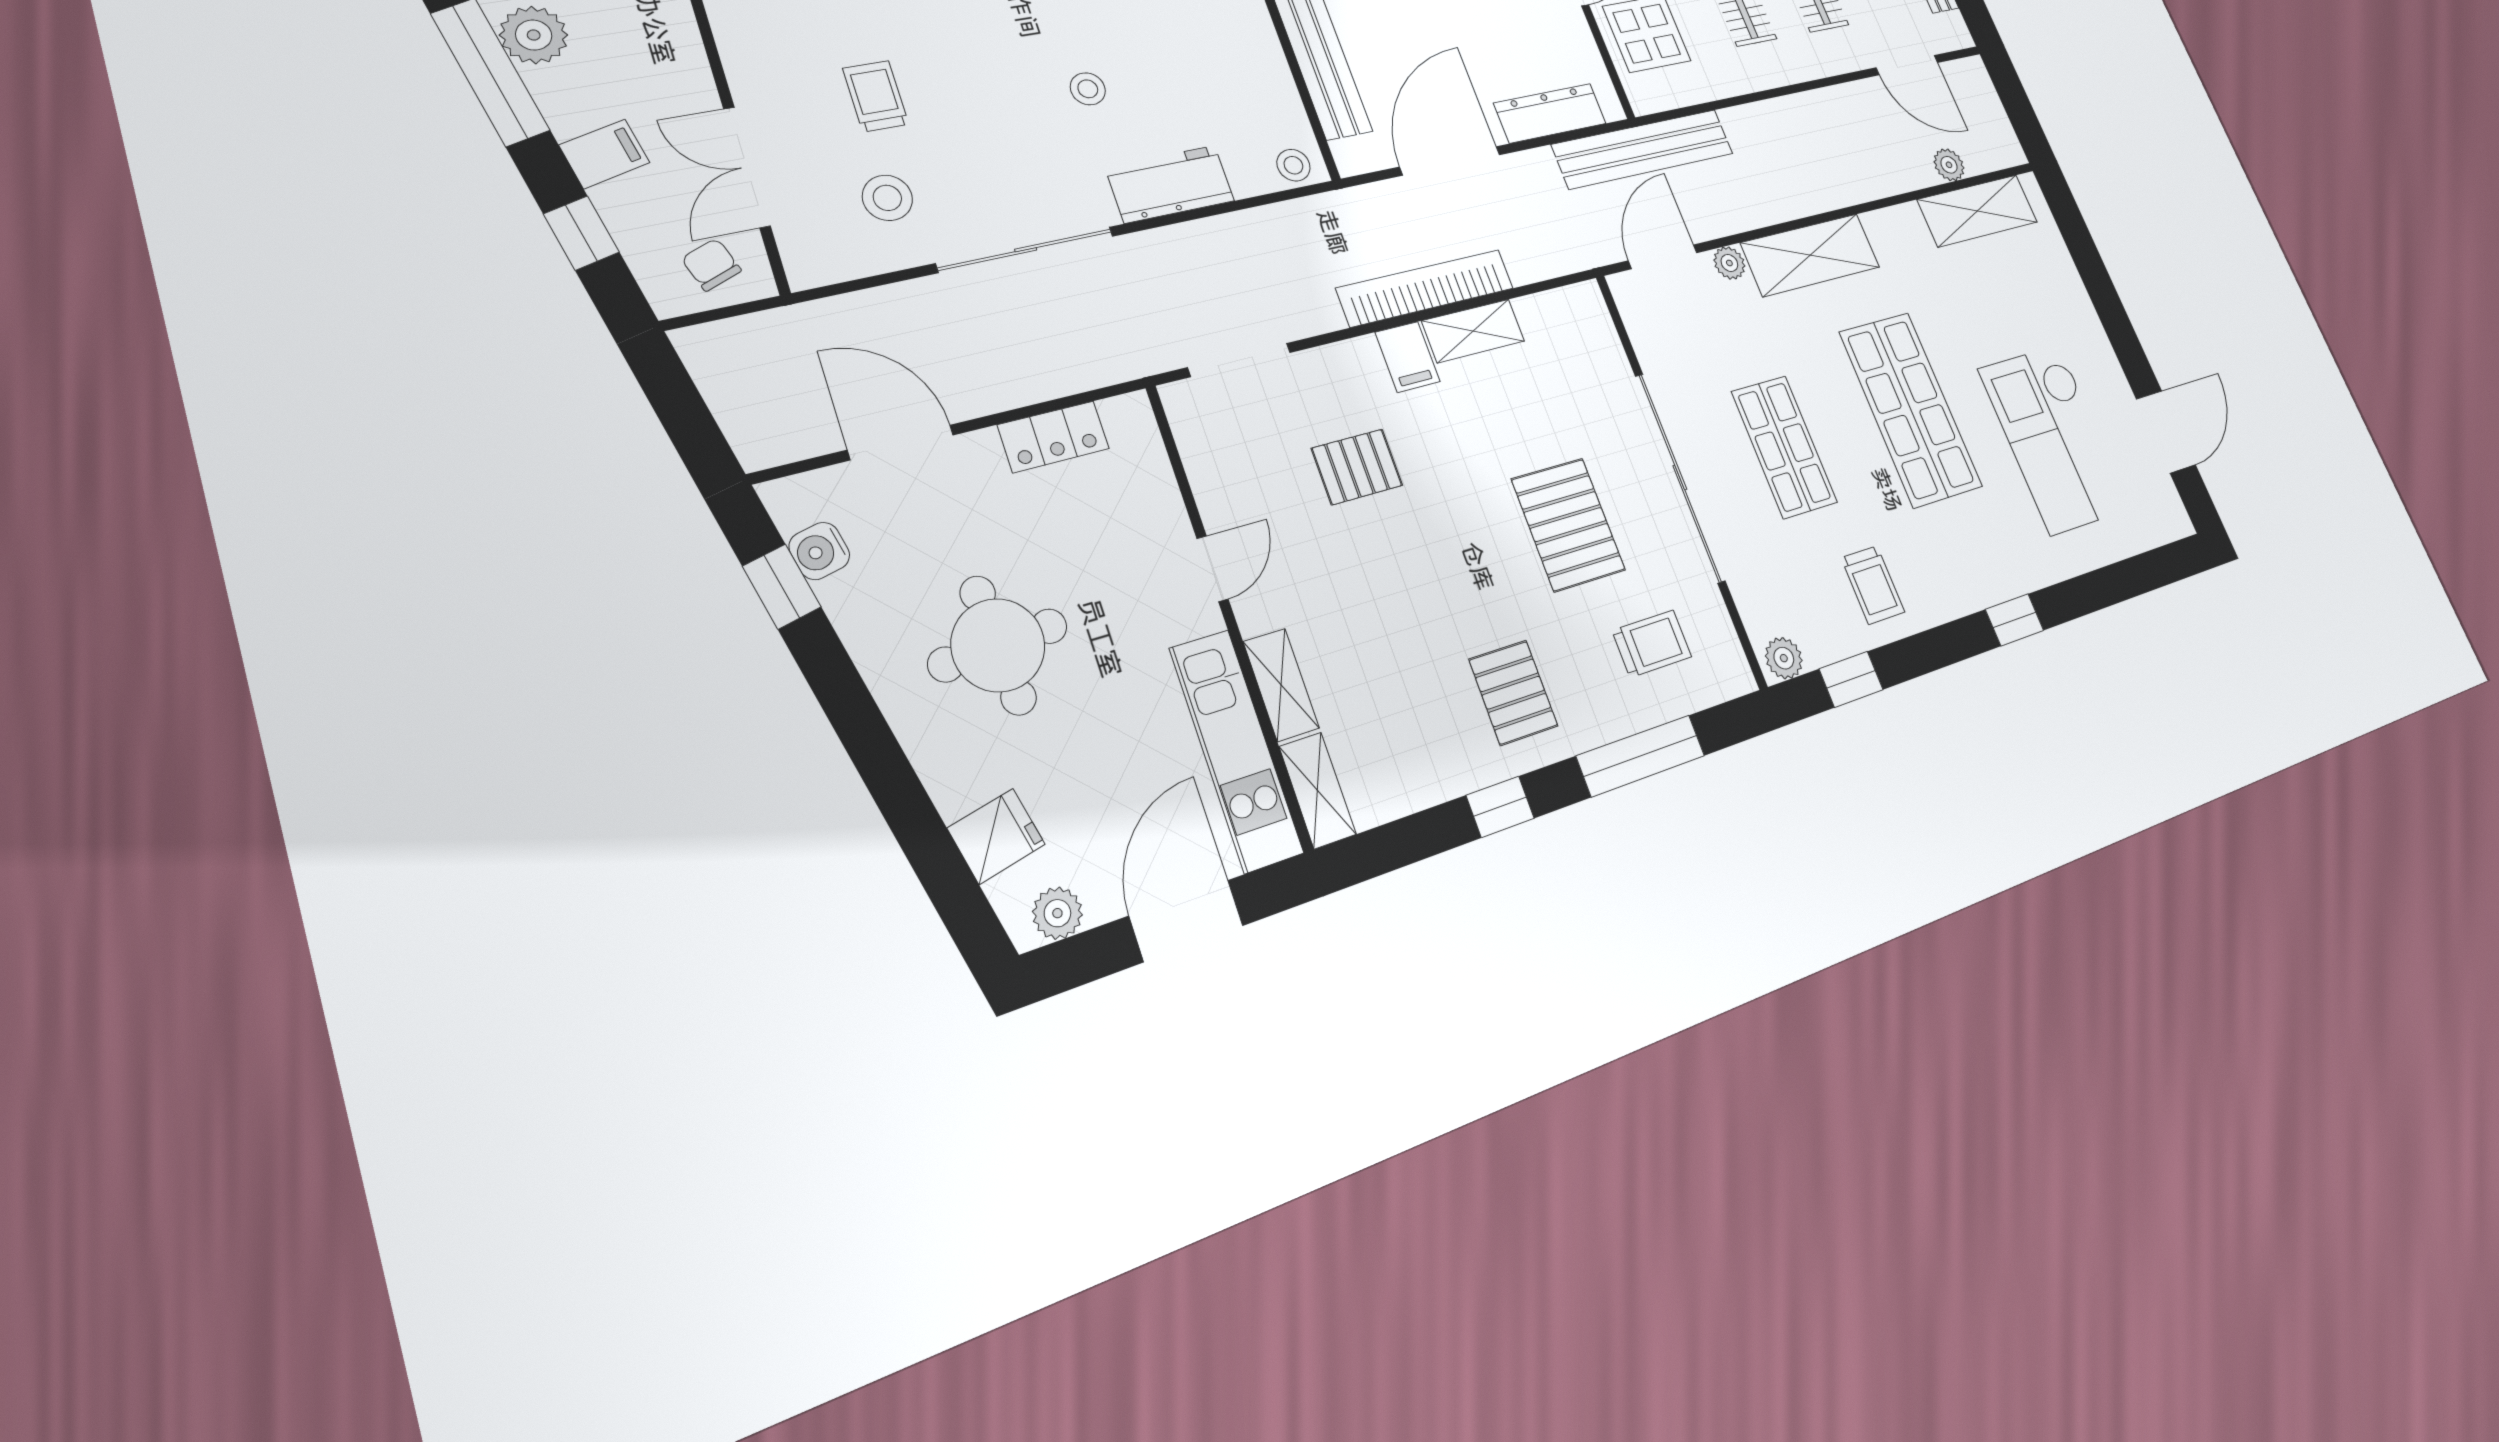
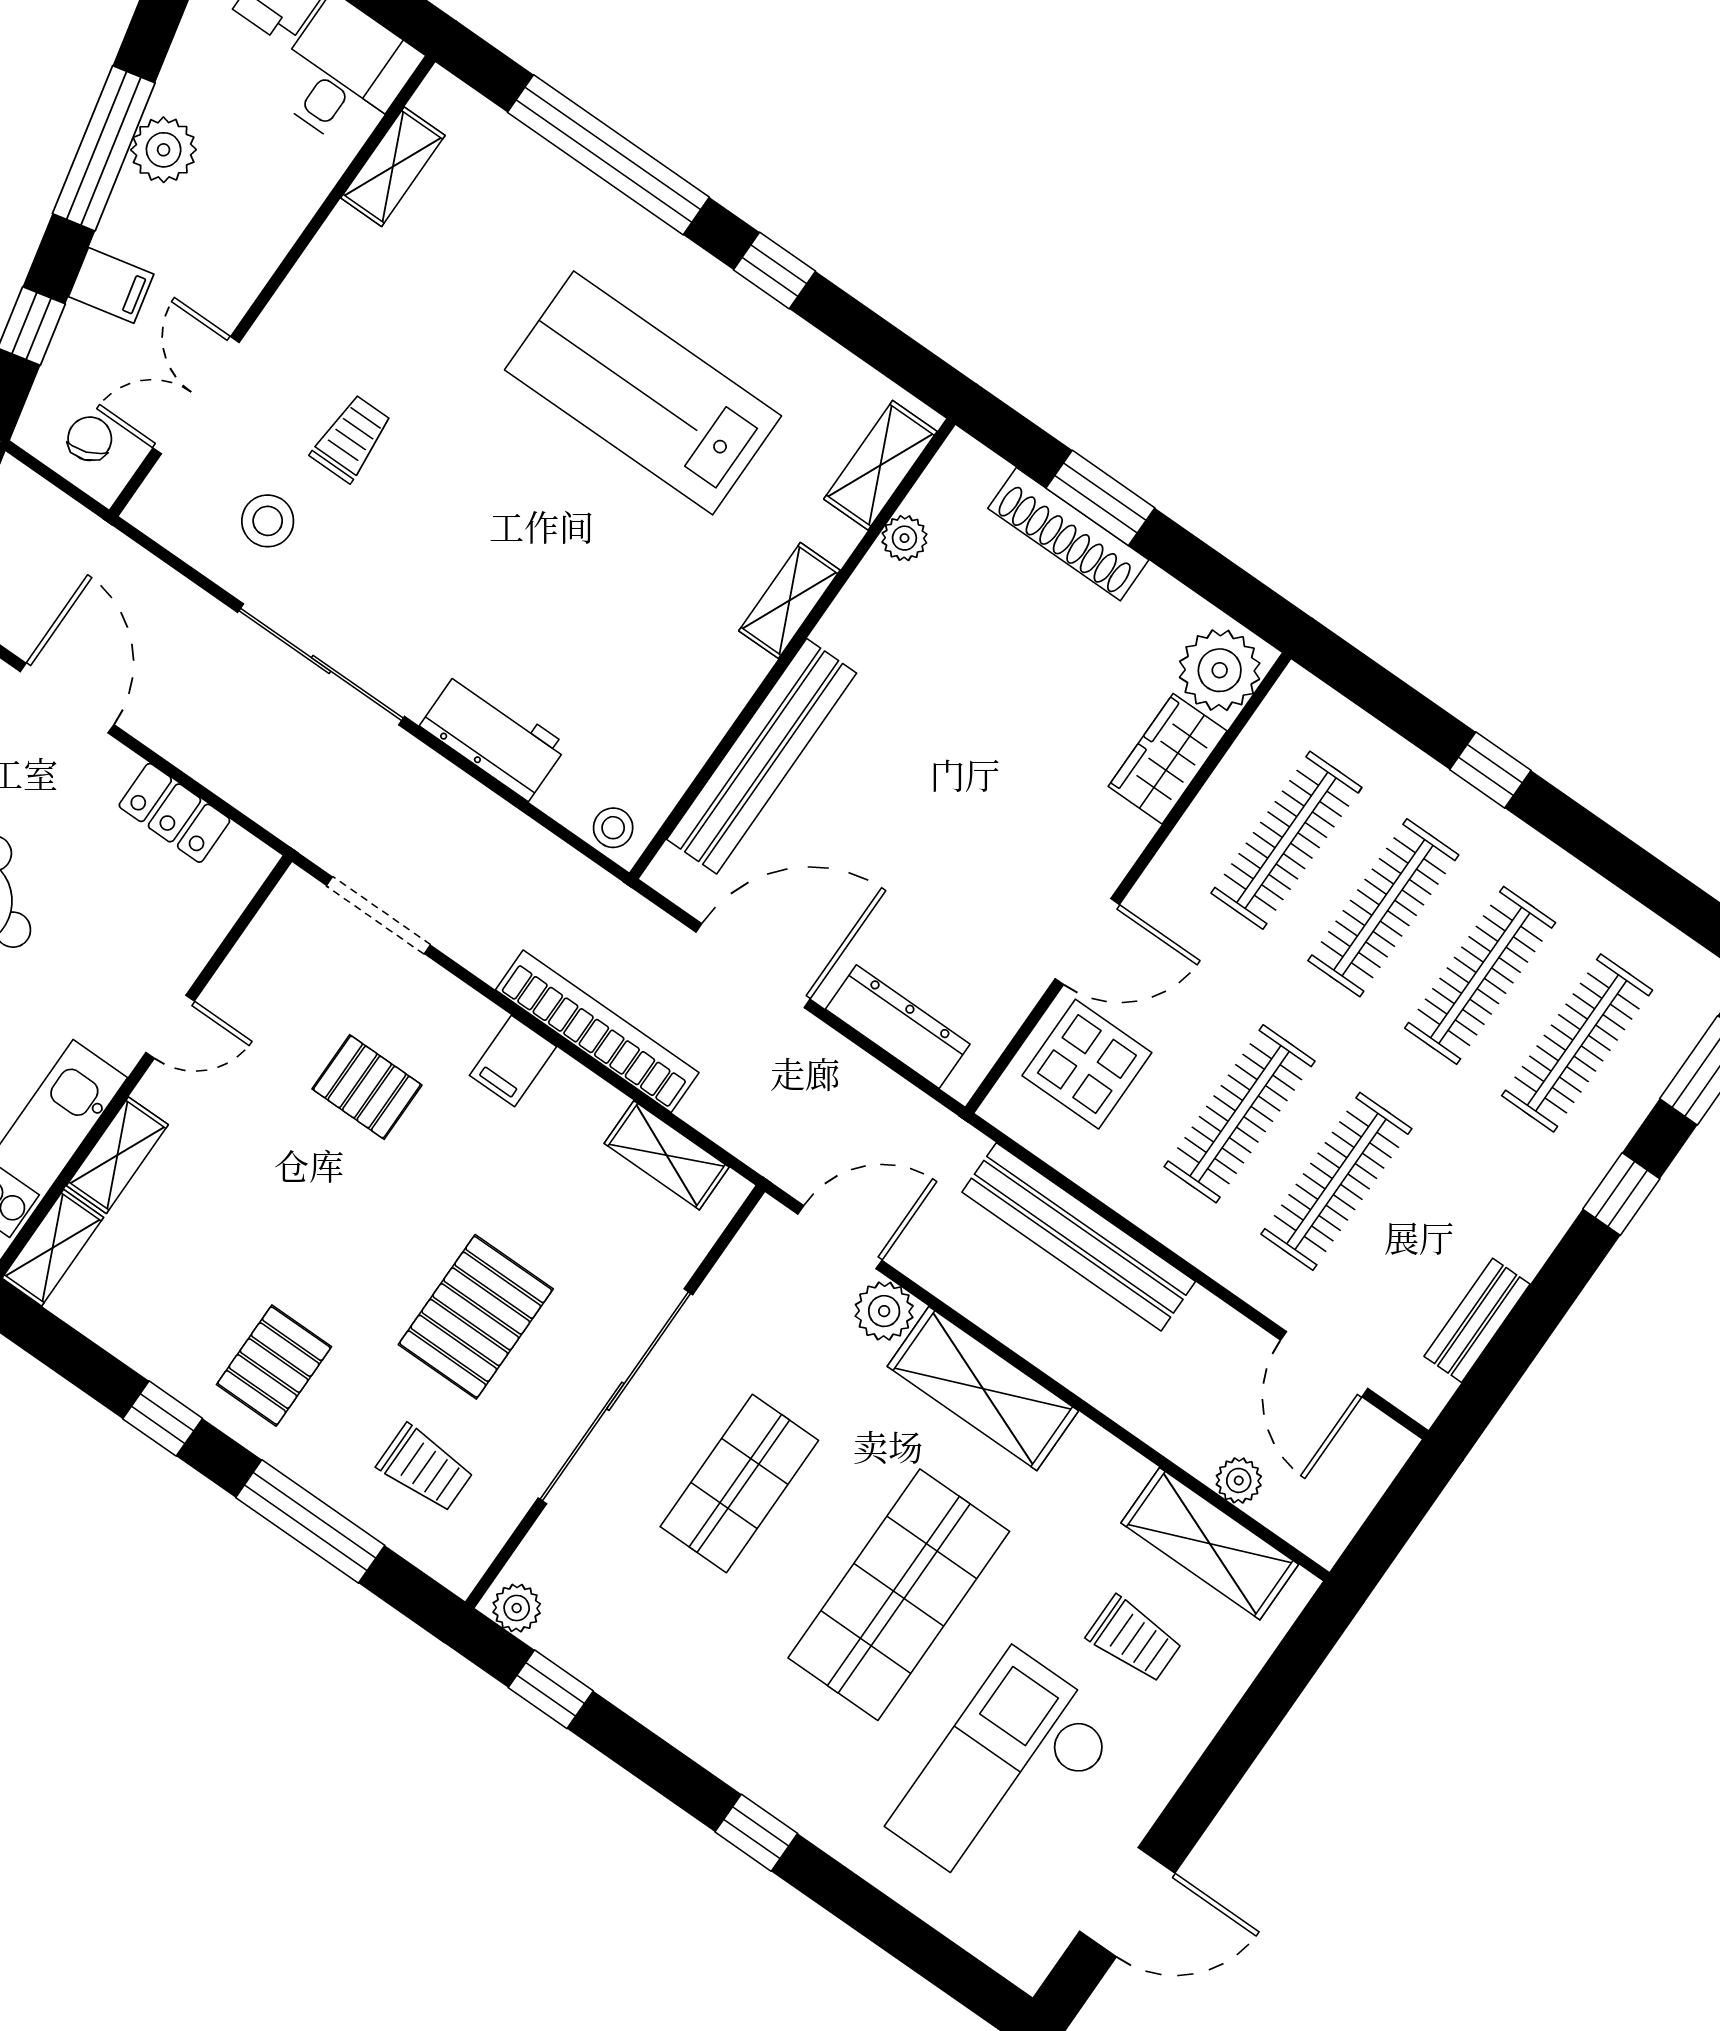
stool: (1088, 89) -> (522, 599), removed
bench: (1643, 149) -> (1079, 1237), moved
plant: (1729, 263) -> (884, 1311), width x1.38, depth x1.38
shelving: (1473, 331) -> (667, 1155), moved
trolley: (1873, 585) -> (1134, 1639), moved, turned -90

